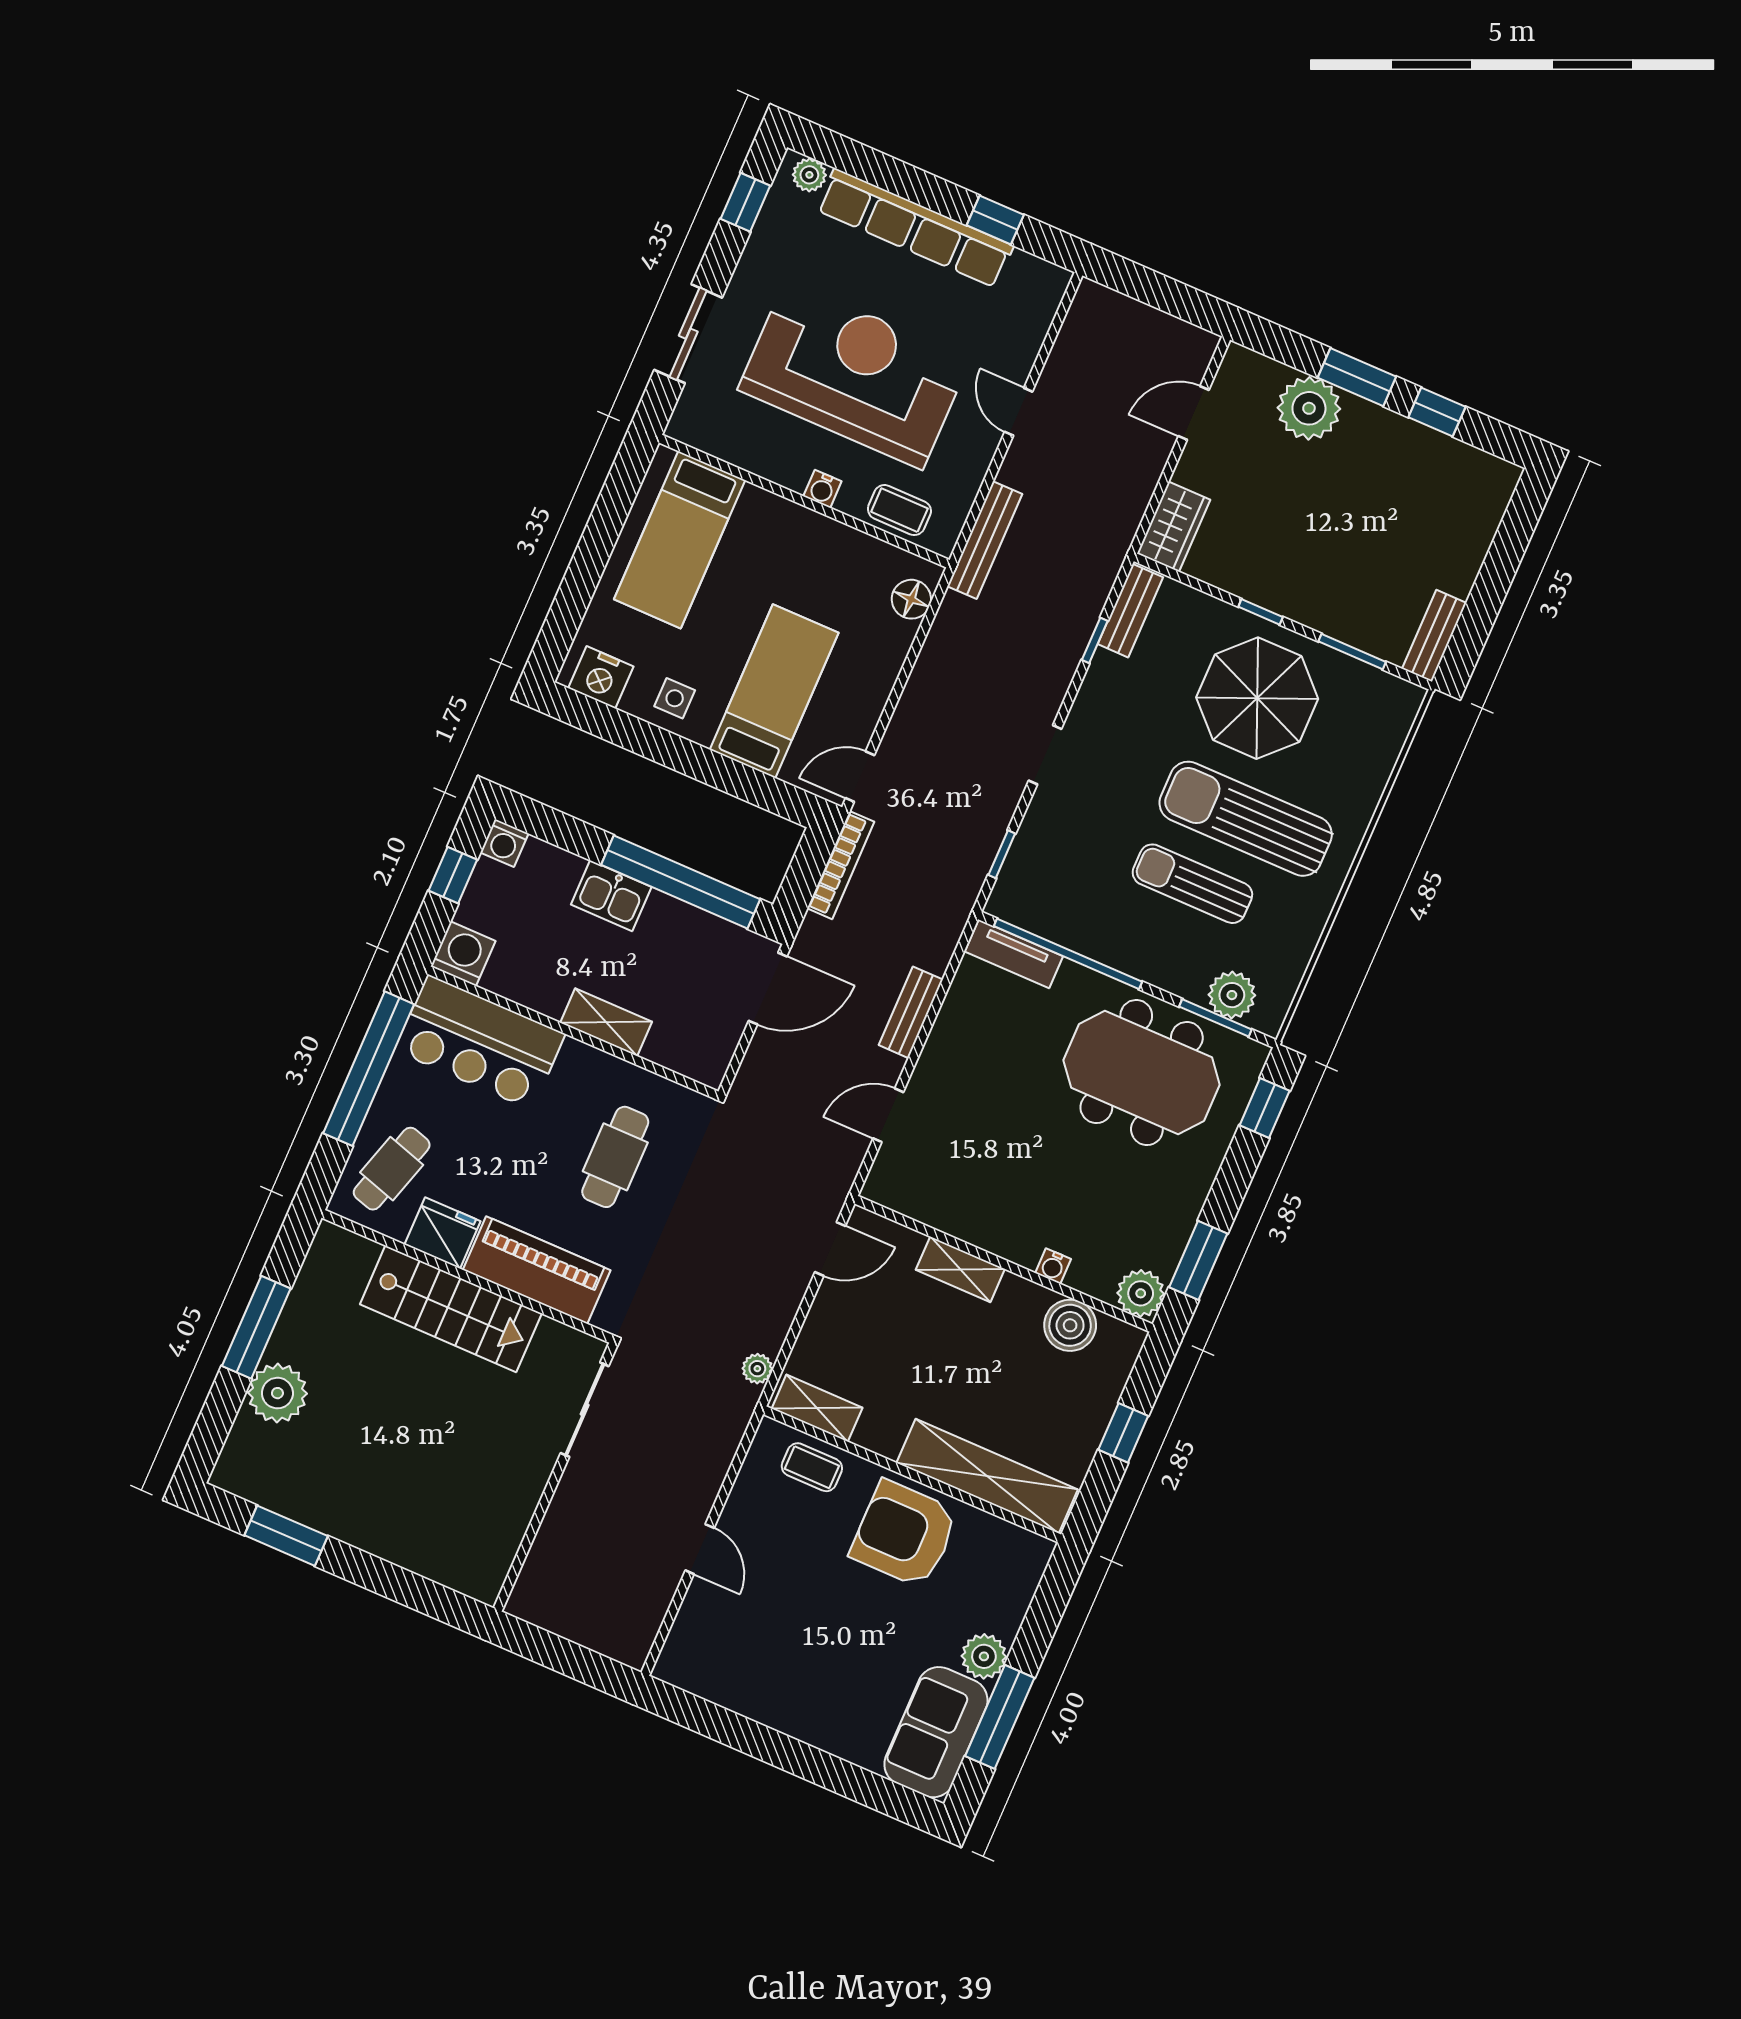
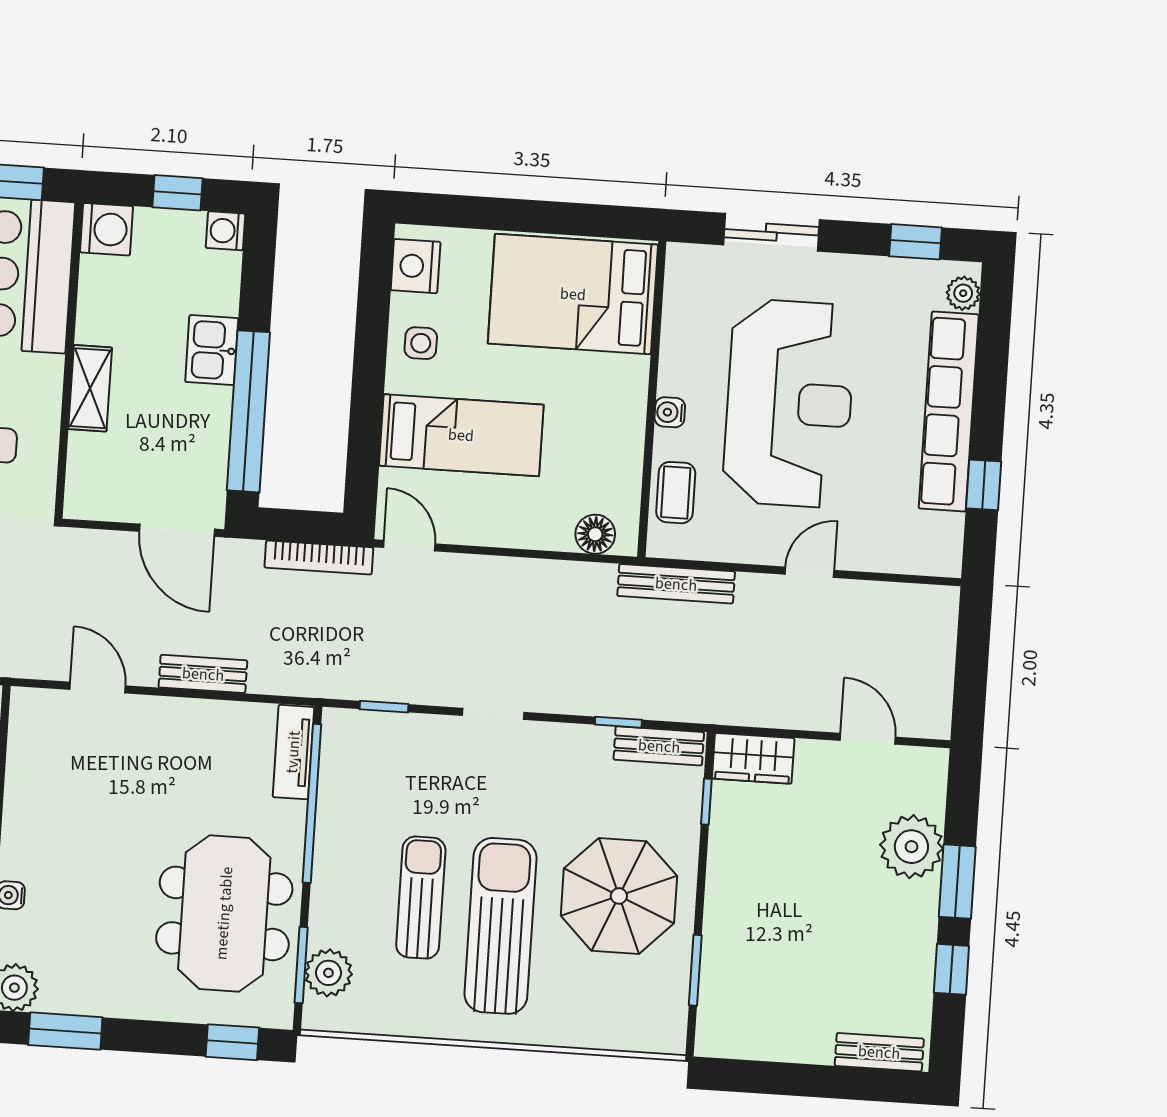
bed: (680, 540) -> (573, 294), width x1.50
window: (1261, 612) -> (706, 802), moved
bench: (1434, 636) -> (879, 1052), moved

